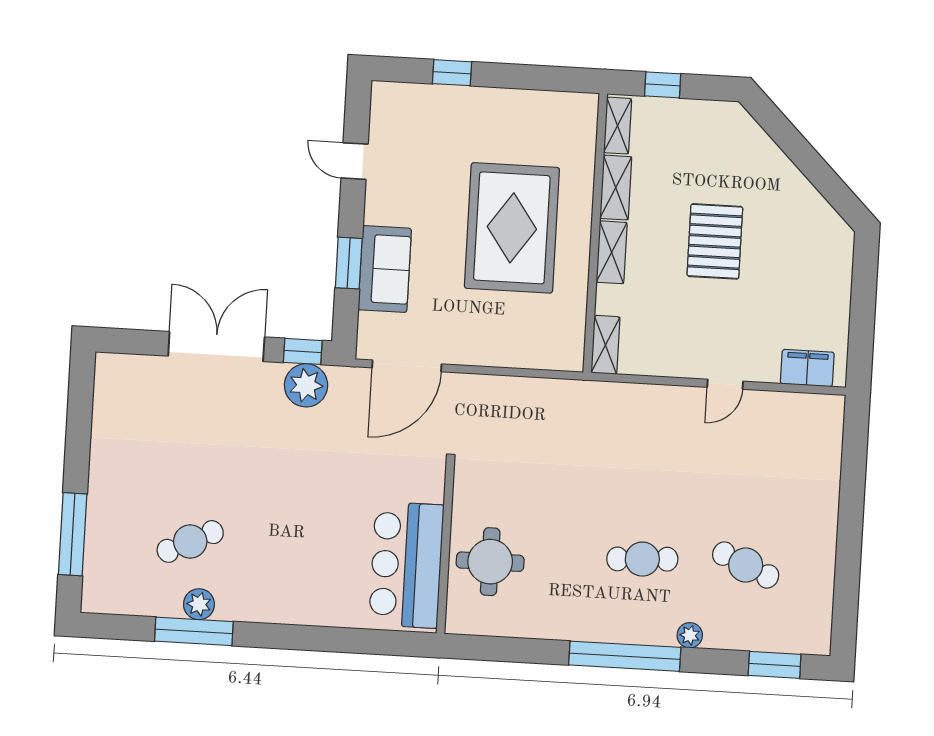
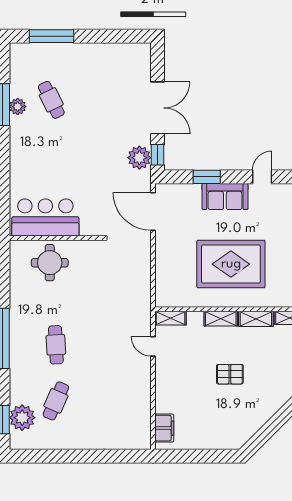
pallet: (715, 241) -> (230, 374), width x0.67, depth x0.71
sofa: (385, 269) -> (225, 197), moved
door: (725, 384) -> (153, 346), moved
plant: (690, 635) -> (22, 418), moved, width x1.88, depth x1.88

